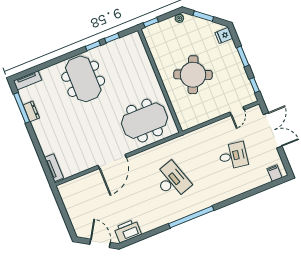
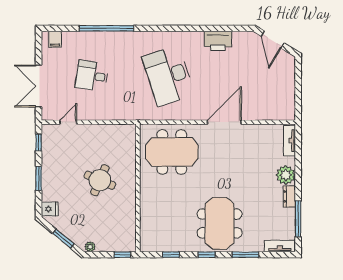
window: (93, 46) -> (207, 255), moved
window: (52, 62) -> (245, 255), added
round table: (193, 75) -> (100, 180), width x0.73, depth x0.73
dresser: (31, 111) -> (289, 196), moved
plant: (46, 139) -> (286, 175), added
desk: (172, 181) -> (168, 76), width x1.36, depth x1.30
window: (191, 217) -> (106, 28), moved
printer: (128, 231) -> (218, 41), moved

